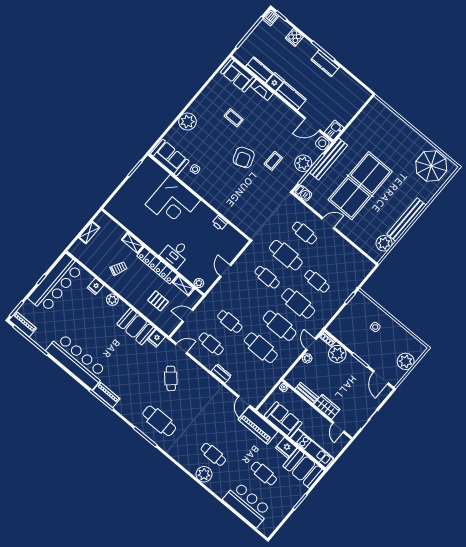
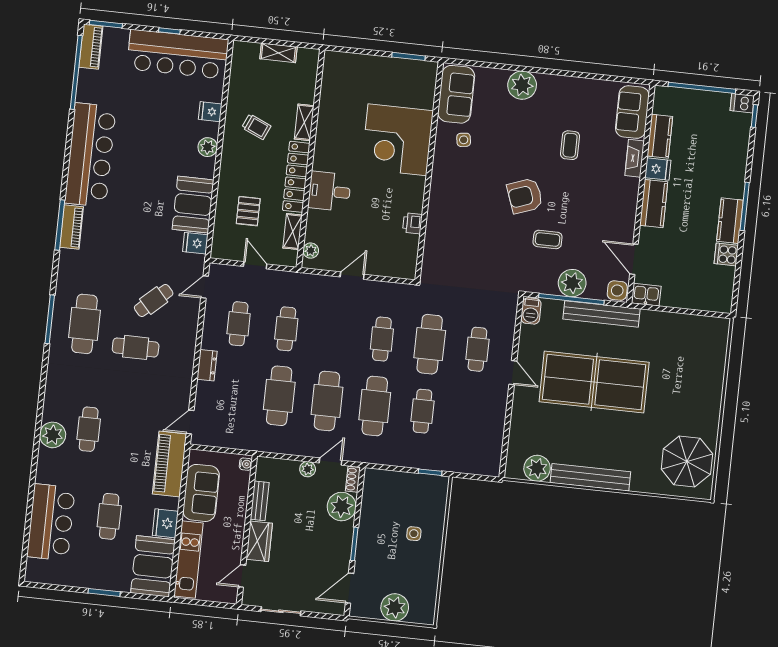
cooker: (294, 37) -> (726, 254), moved
door: (181, 348) -> (205, 287), swing flipped
cafe table: (188, 403) -> (136, 347), added

